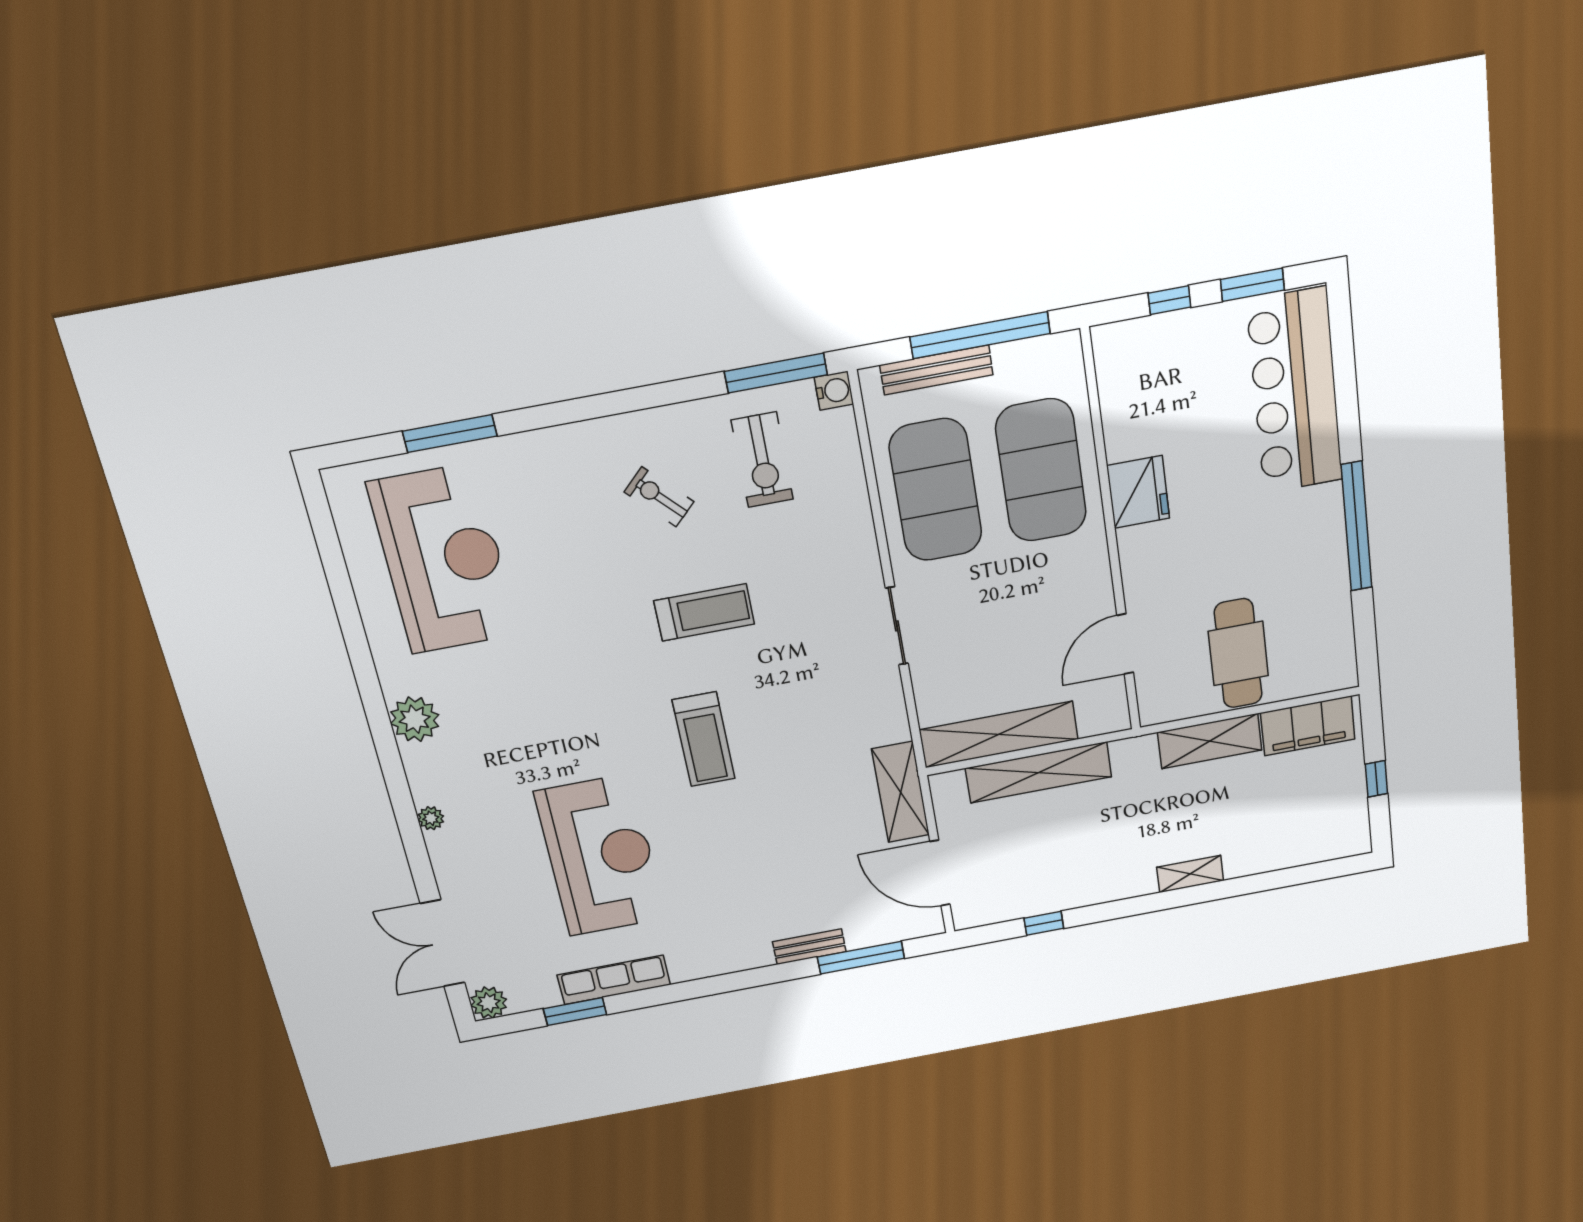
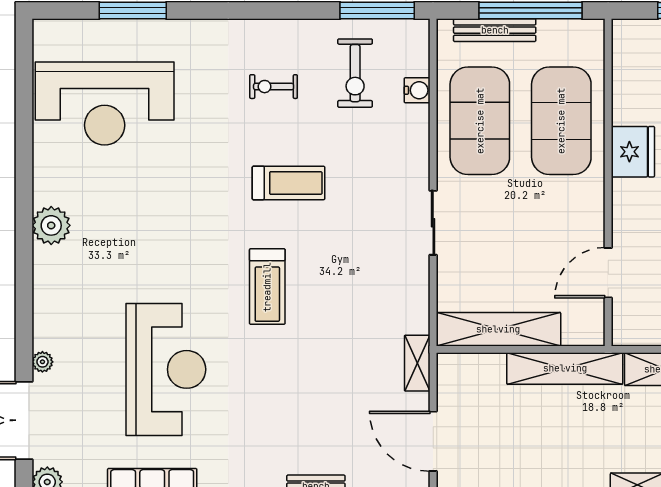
water cooler: (834, 391) -> (417, 90), moved
exercise bike: (659, 497) -> (274, 87), turned -46
reception desk: (443, 559) -> (105, 104), turned 90
shelving: (1038, 772) -> (565, 368), moved
shelving: (901, 792) -> (417, 363), width x0.67, depth x0.75
plant: (431, 818) -> (42, 362), moved

